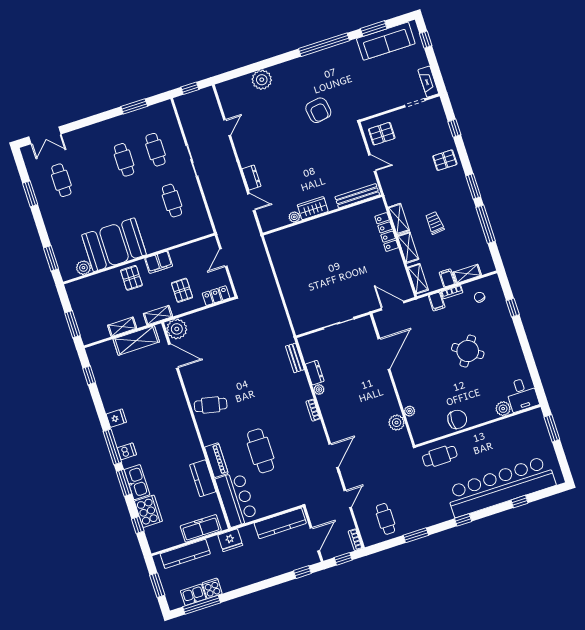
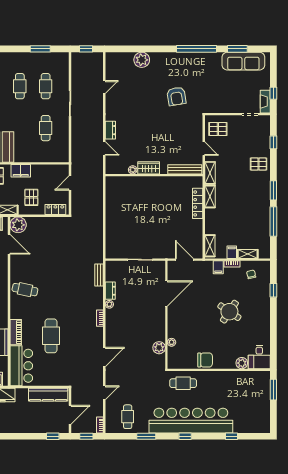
window: (426, 40) -> (273, 93), moved
trolley: (435, 223) -> (236, 208), removed
shelving: (408, 248) -> (210, 173), moved
bar counter: (501, 487) -> (191, 421), moved

